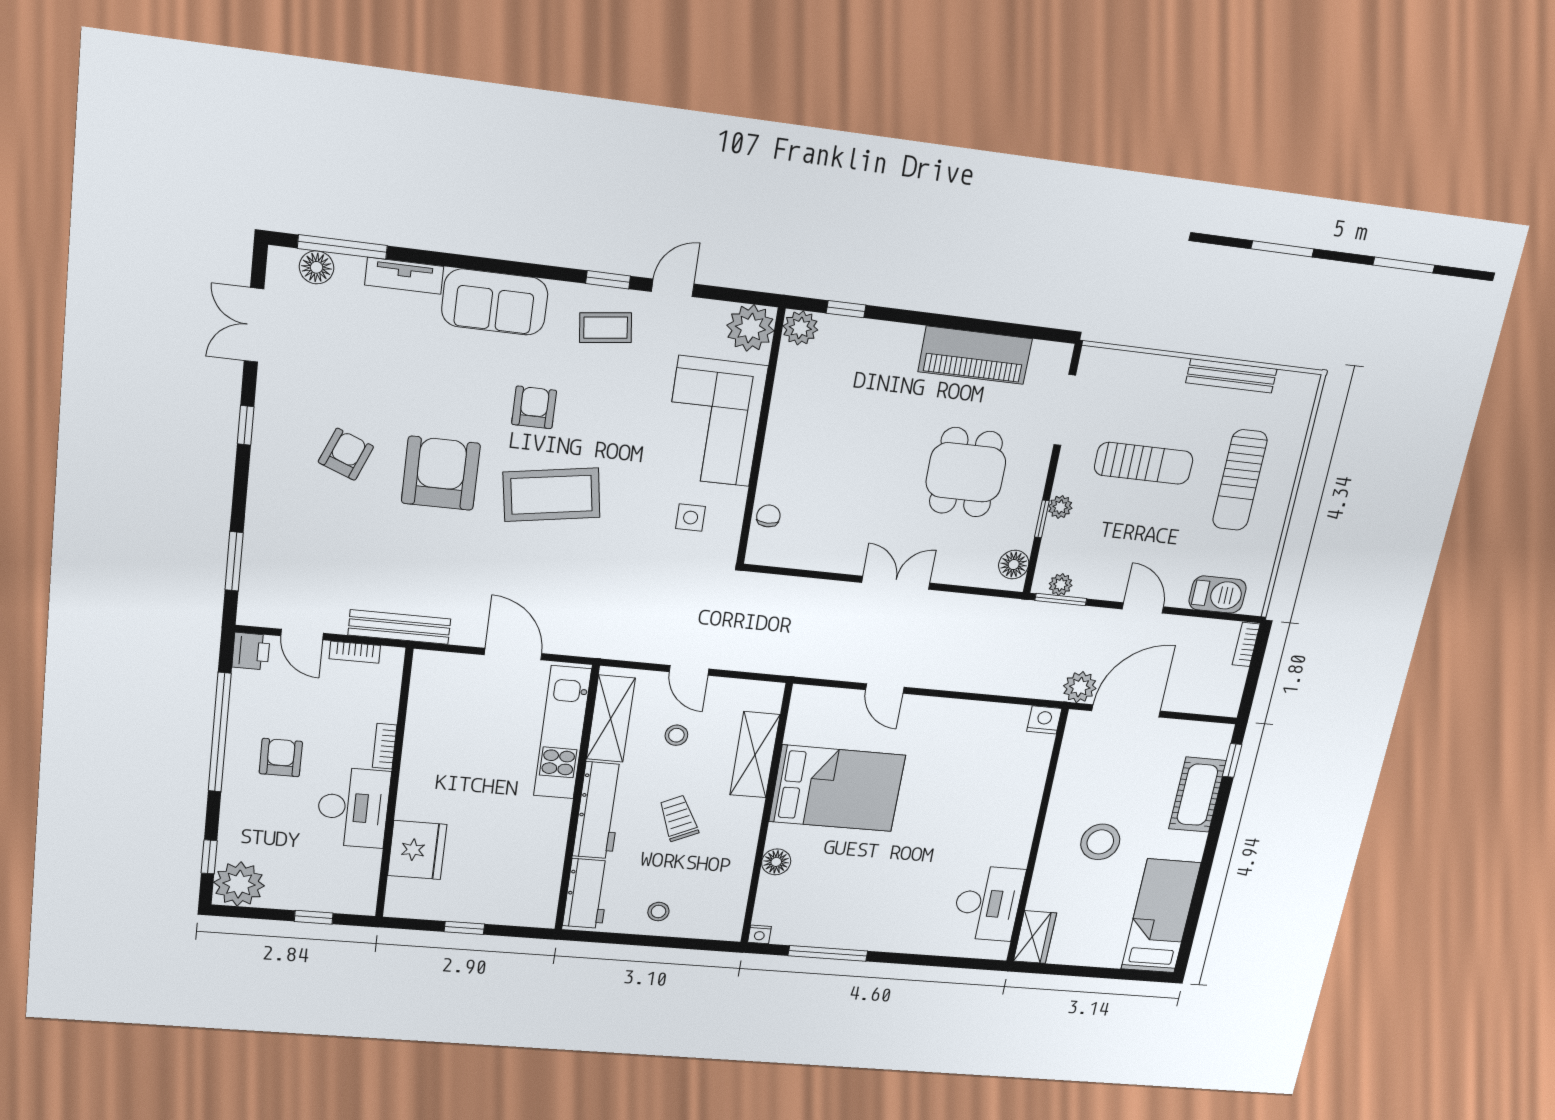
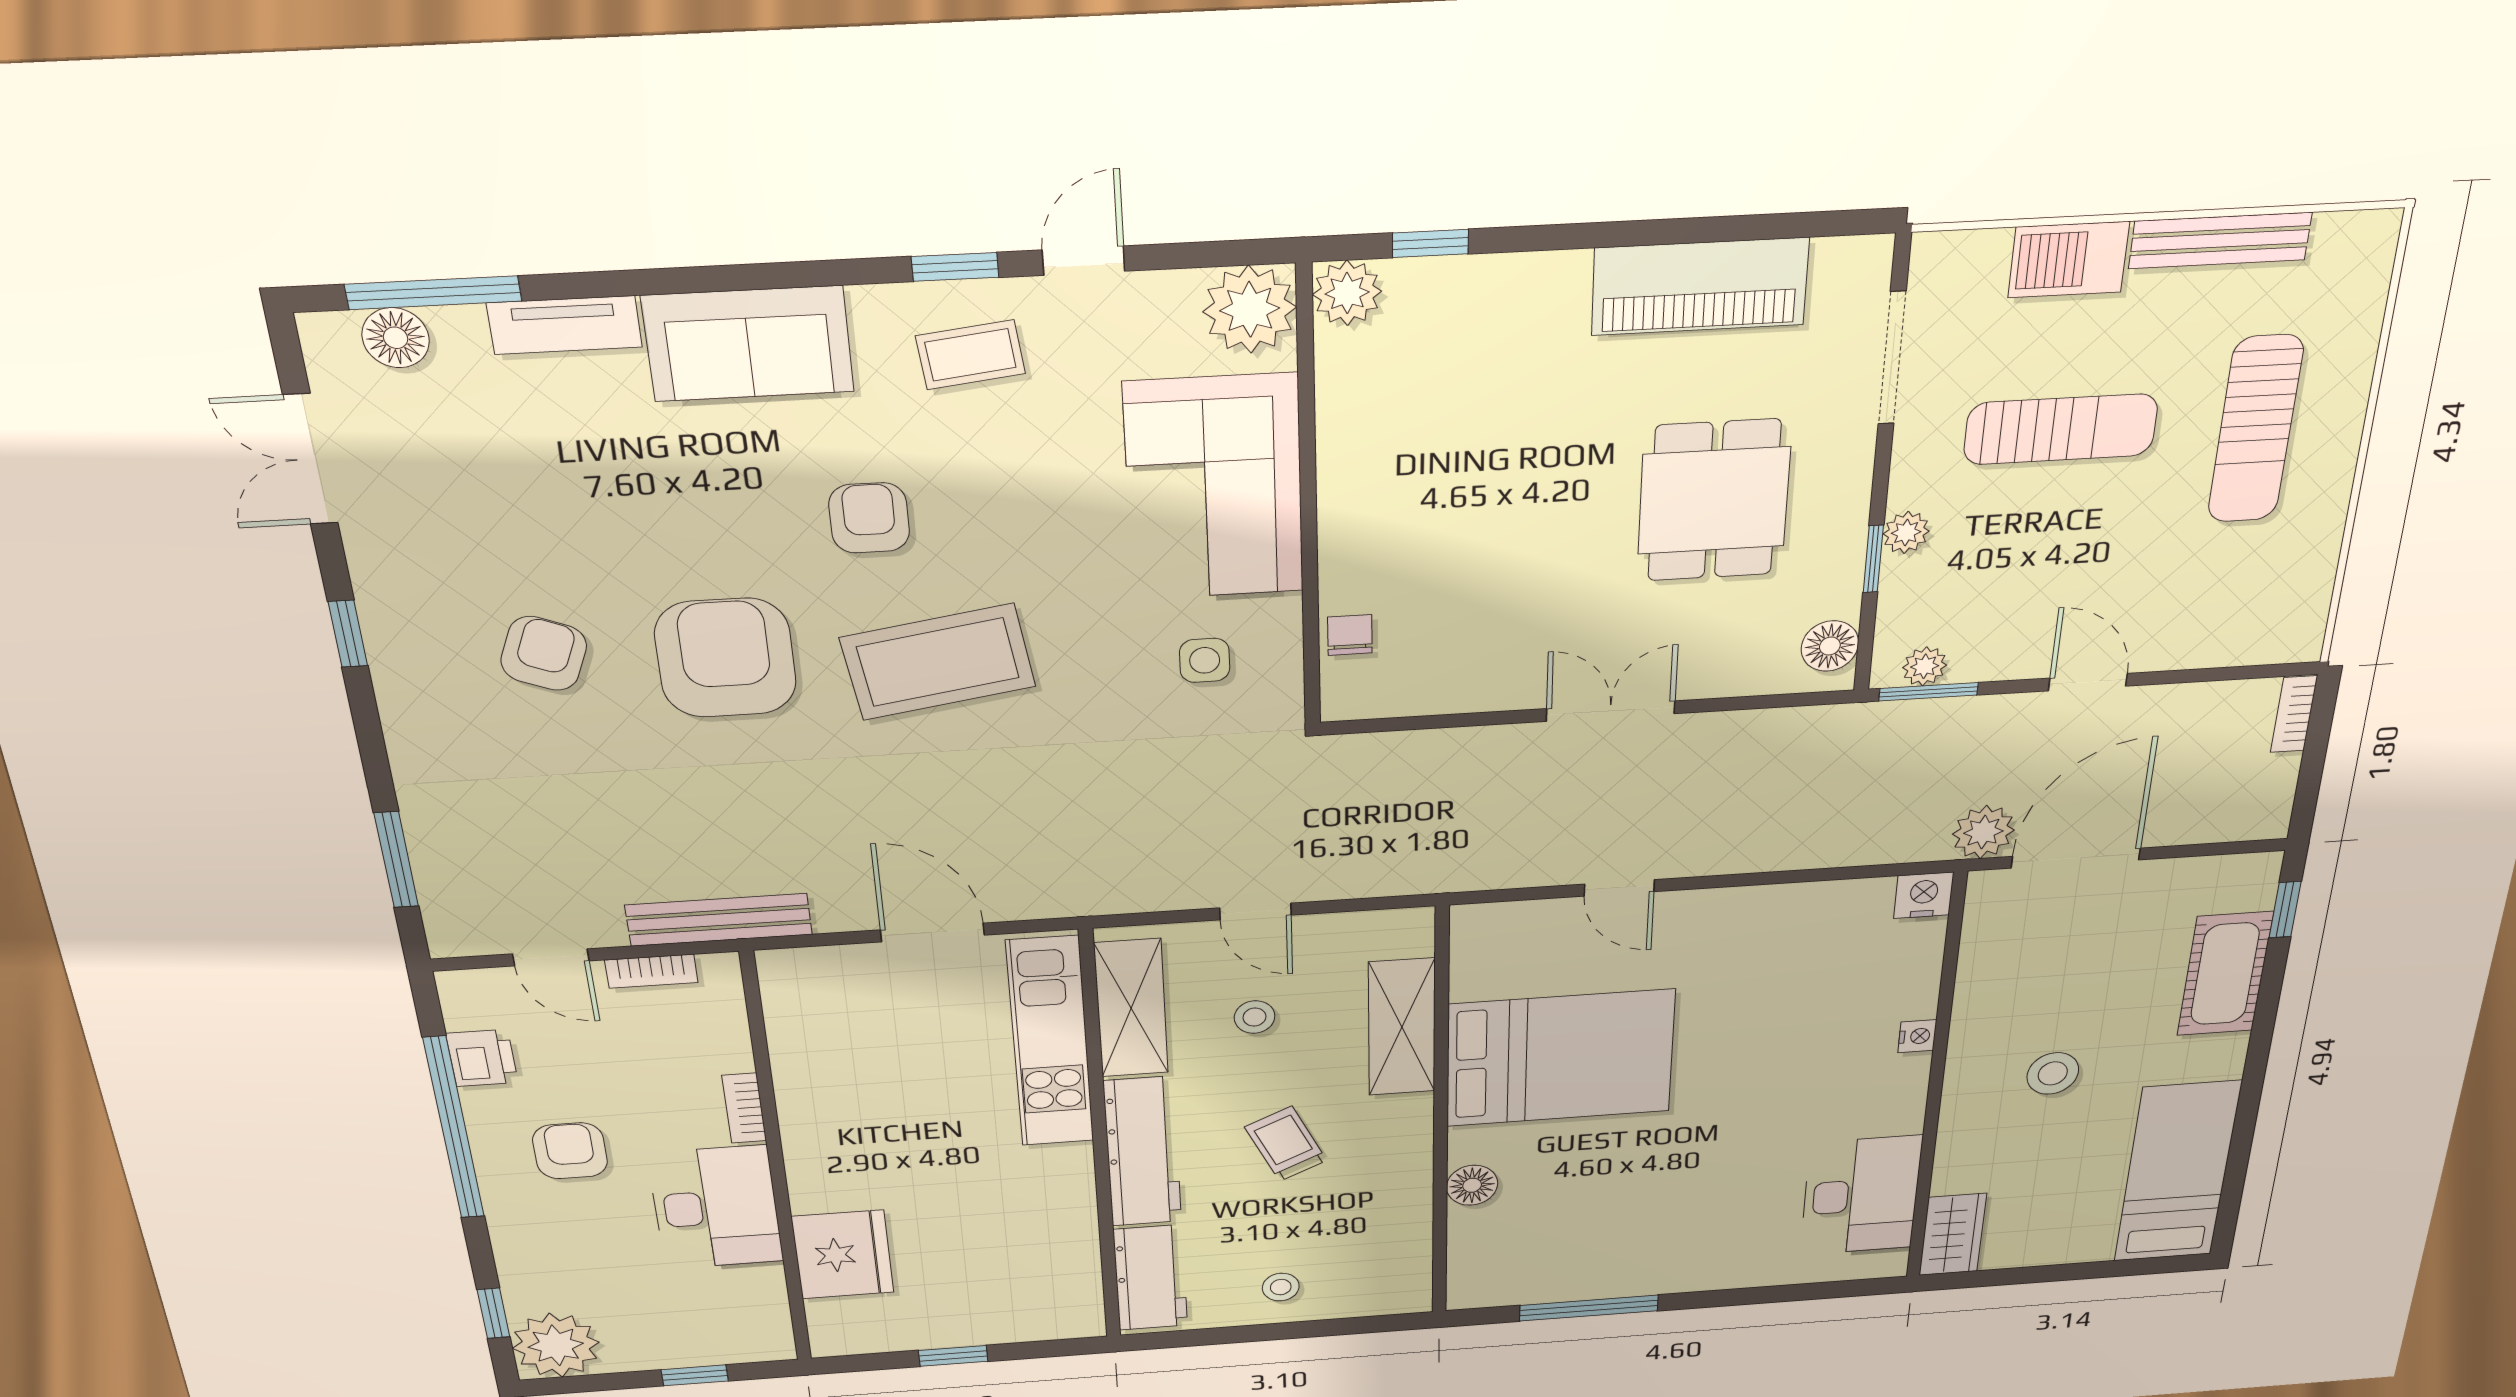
barbecue: (1218, 595) -> (2069, 260), moved, turned 180
printer: (251, 651) -> (482, 1058), moved
stool: (1100, 842) -> (2053, 1073), width x0.73, depth x0.73
nightstand: (760, 934) -> (1917, 1036), moved, turned -90

